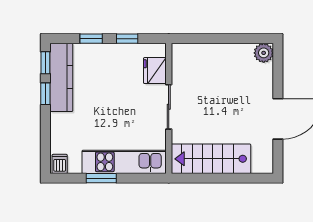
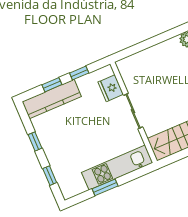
window: (45, 63) -> (50, 176), moved
kitchen counter: (61, 77) -> (52, 99), moved, turned 90
dishwasher: (60, 164) -> (69, 190), removed

